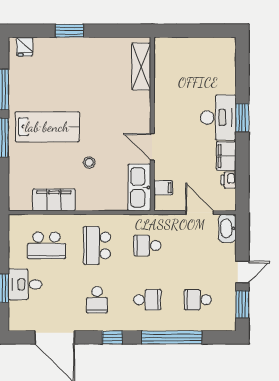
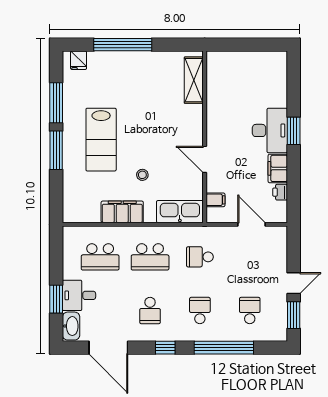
window: (69, 31) -> (123, 45), width x2.11
lab bench: (47, 127) -> (101, 140), turned 90
kitchen sink: (139, 187) -> (180, 212), moved, turned 90
filing cabinet: (54, 200) -> (122, 212), moved
washbasin: (227, 228) -> (71, 326), moved, turned 180
school desk: (97, 245) -> (150, 257), turned -90
school desk: (147, 300) -> (200, 311), turned -90
school desk: (198, 300) -> (250, 311), turned 90

